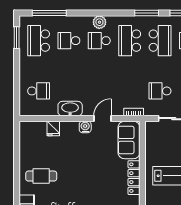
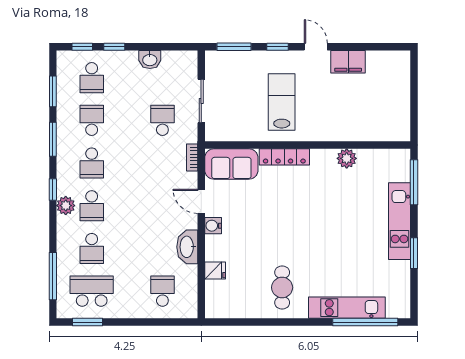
window: (111, 13) -> (53, 190), added
school desk: (39, 41) -> (92, 291), turned 180
school desk: (130, 41) -> (92, 163), width x0.54
school desk: (160, 41) -> (92, 120), width x0.54
school desk: (160, 91) -> (162, 120), turned 180

